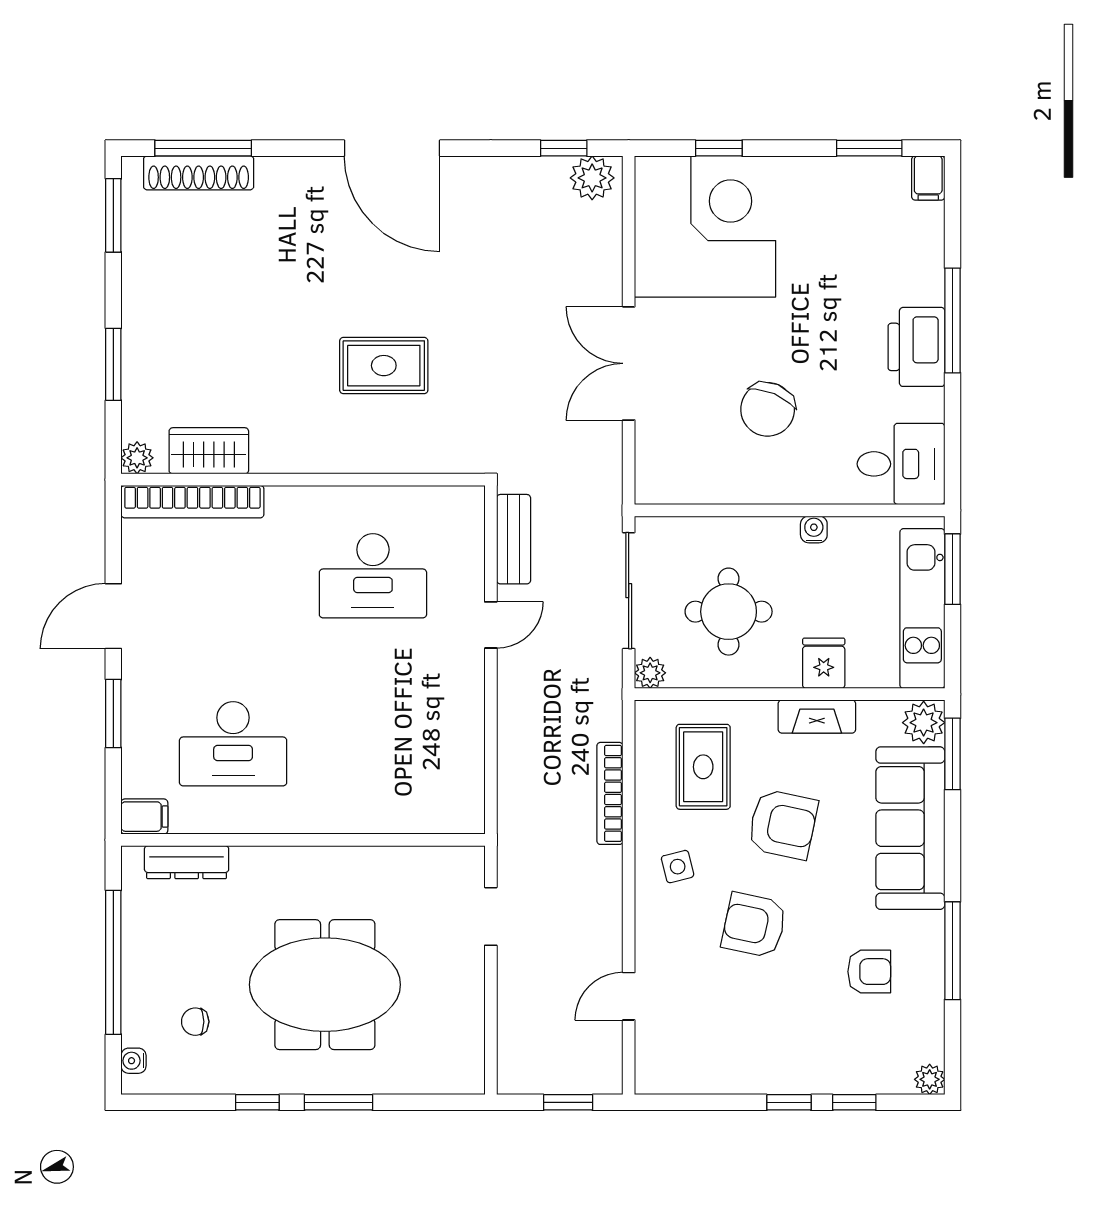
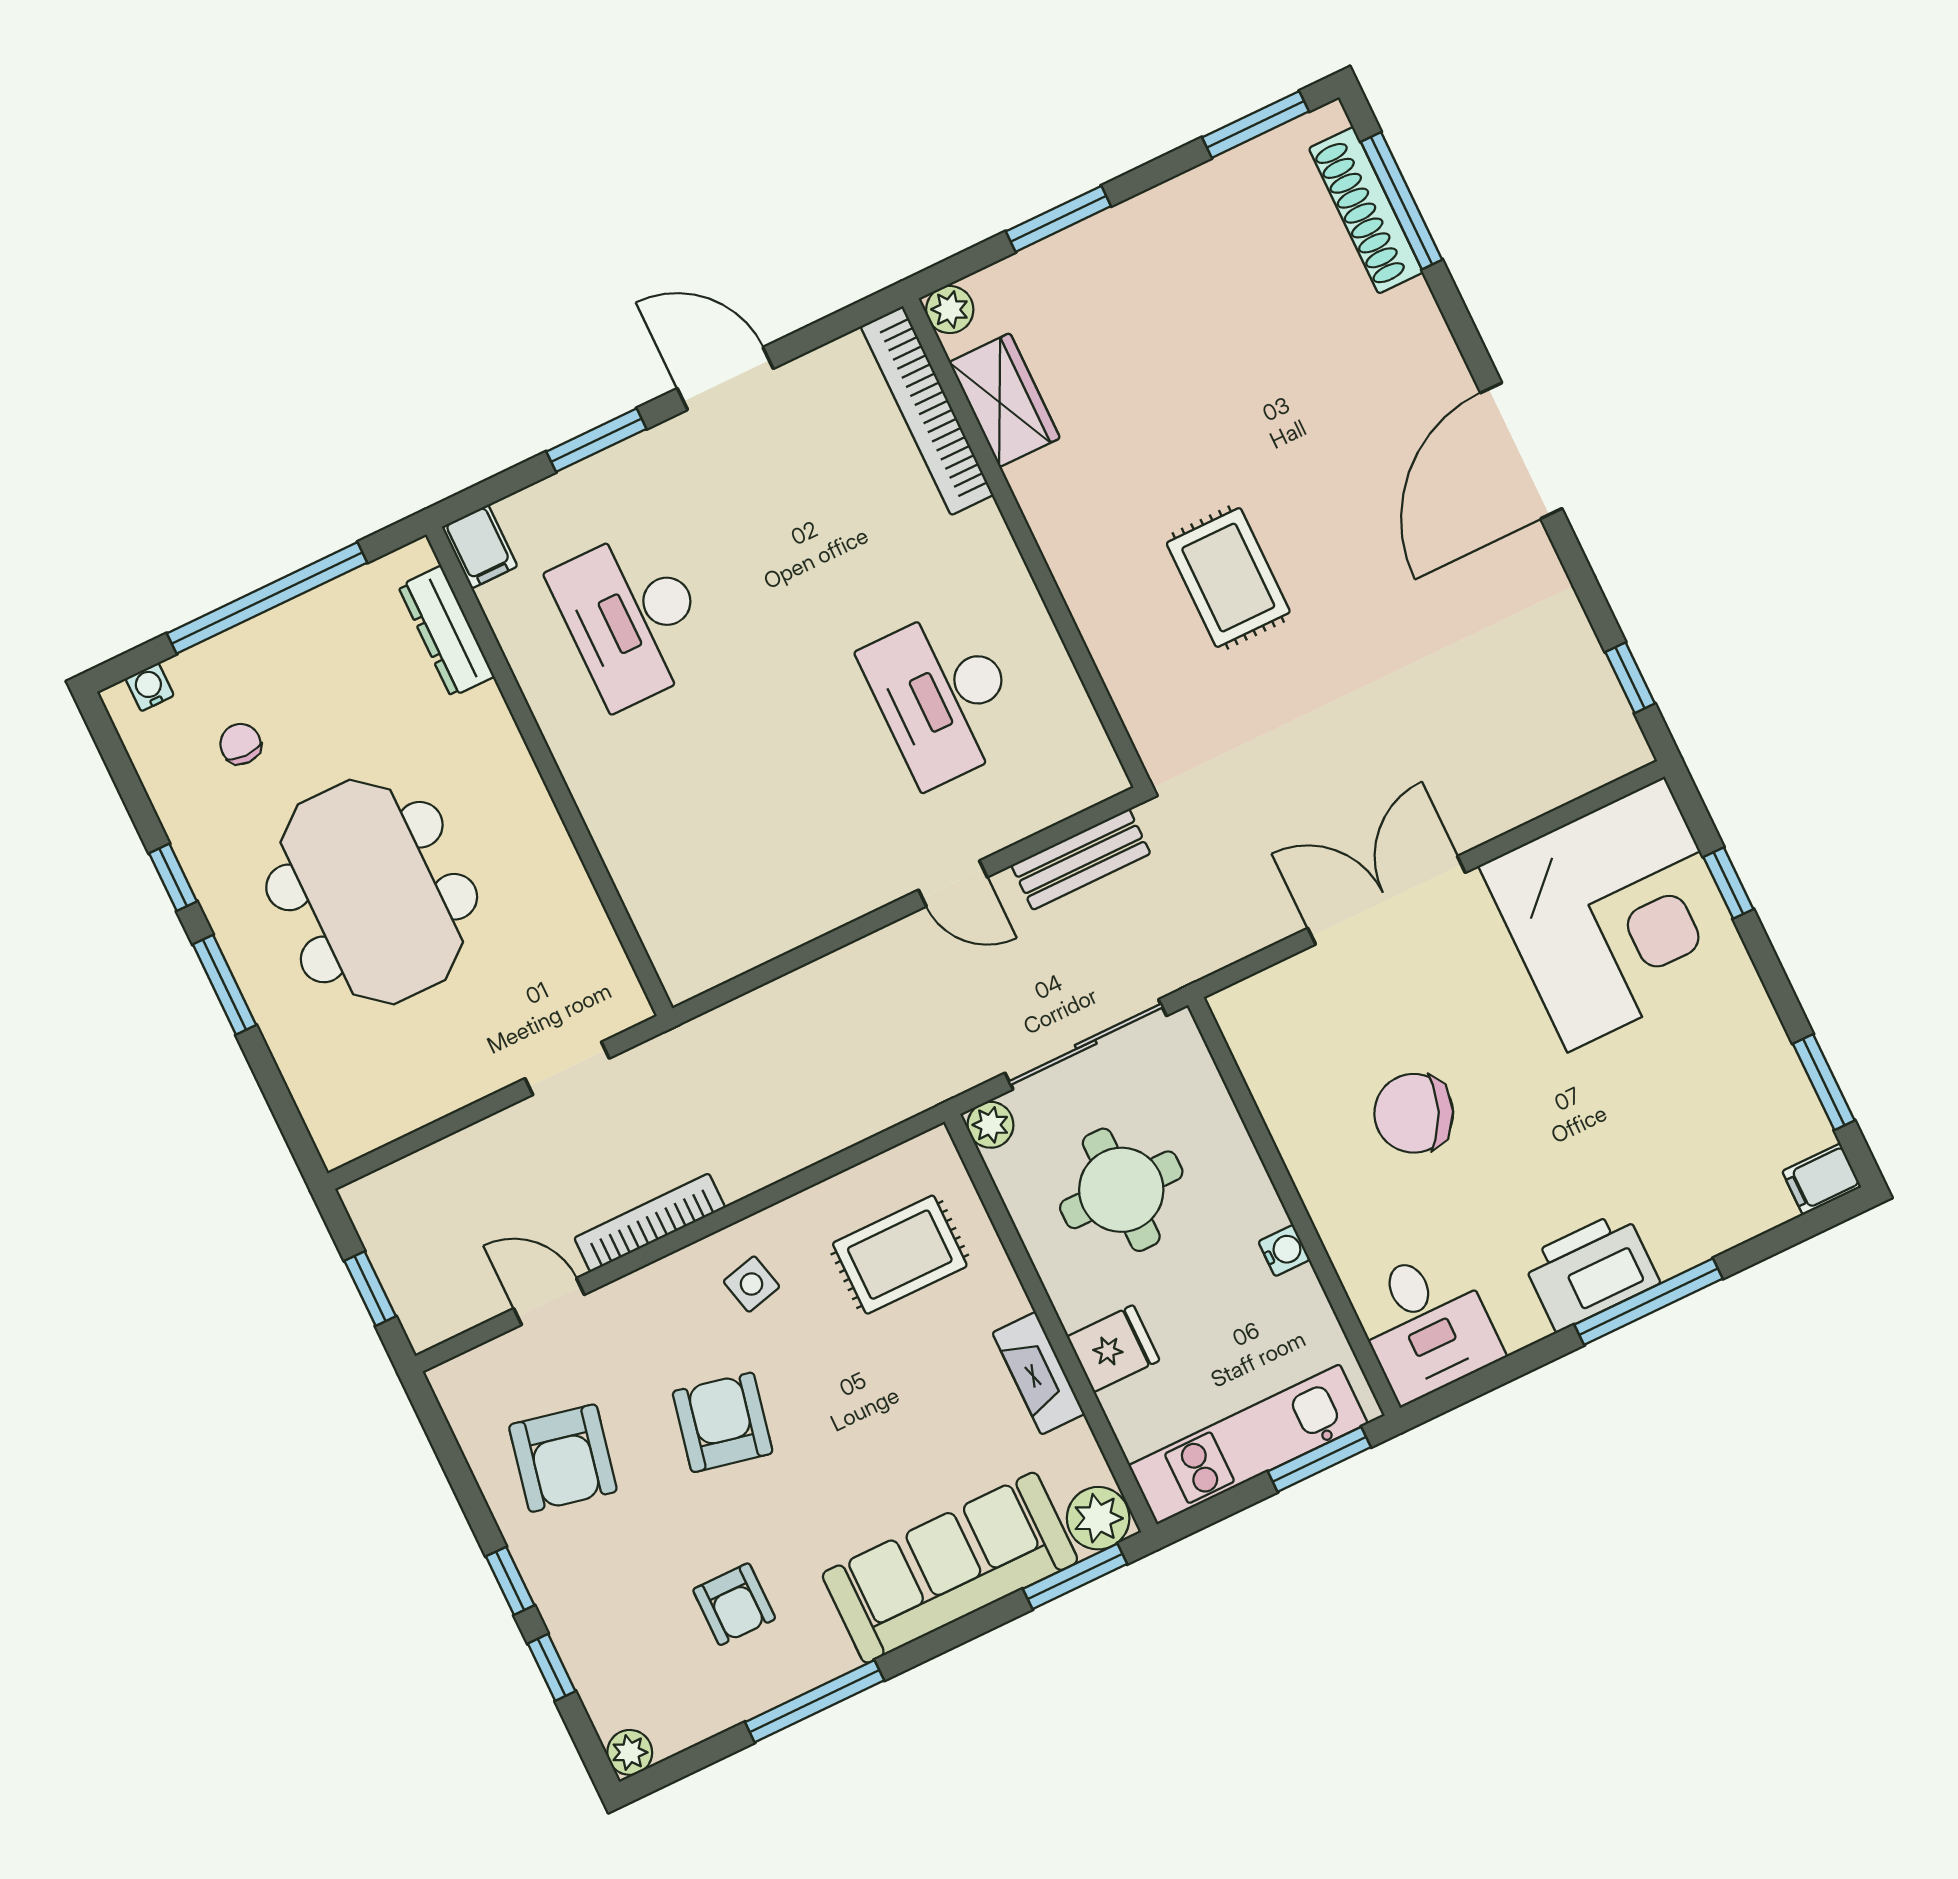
plant: (592, 178) -> (1609, 734), removed
bookcase: (610, 793) -> (650, 1223), moved
armchair: (783, 824) -> (563, 1458), moved

